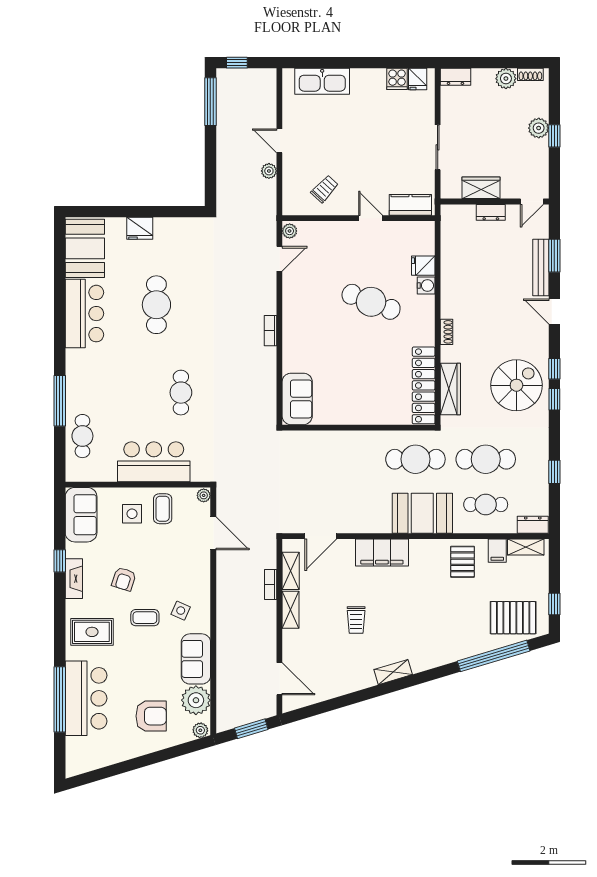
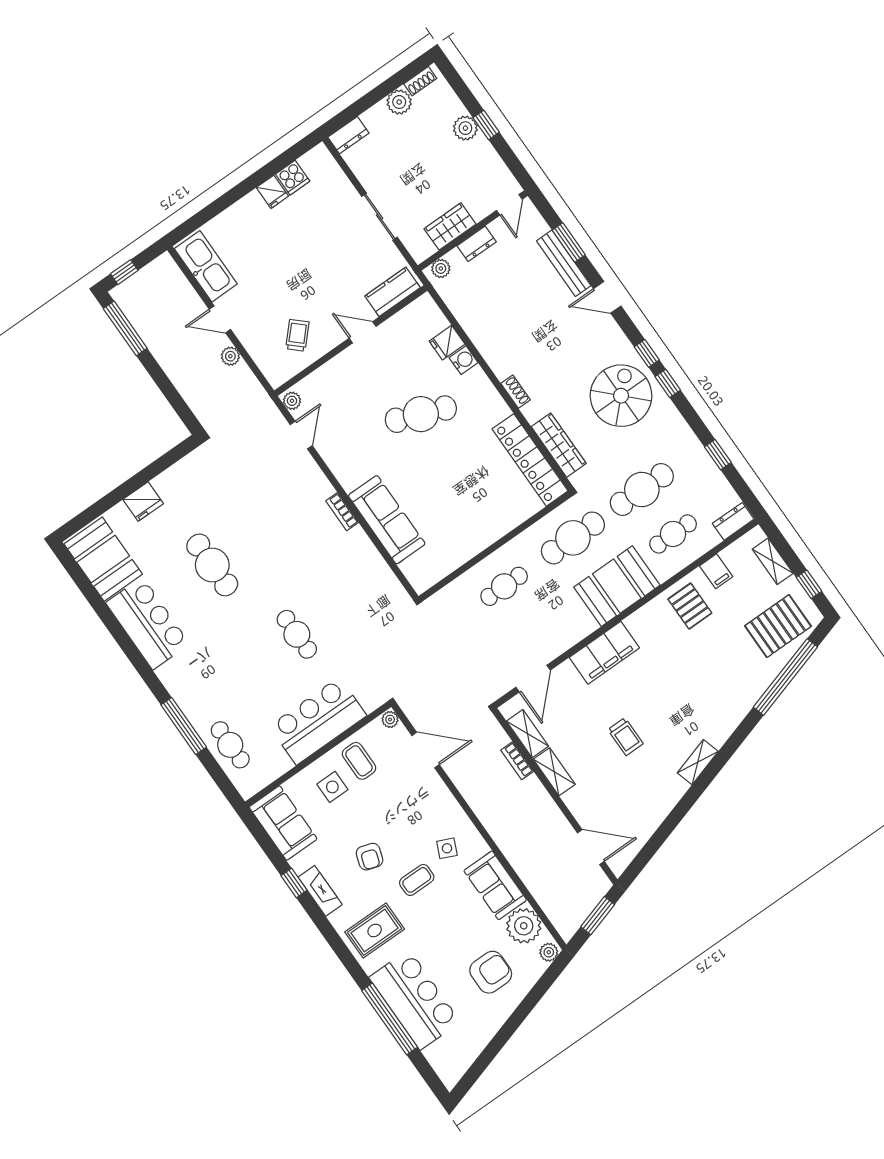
fridge: (418, 79) -> (272, 192), moved
kitchen sink: (322, 81) -> (206, 266), moved, turned -90
plant: (455, 212) -> (441, 268), added
sofa: (297, 399) -> (387, 520), moved, width x1.36
cafe table: (345, 459) -> (504, 586), added
shelving: (526, 547) -> (773, 561), moved, turned 90

